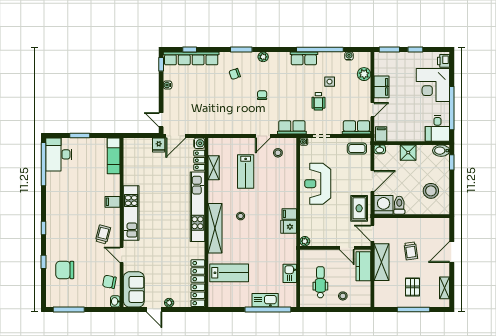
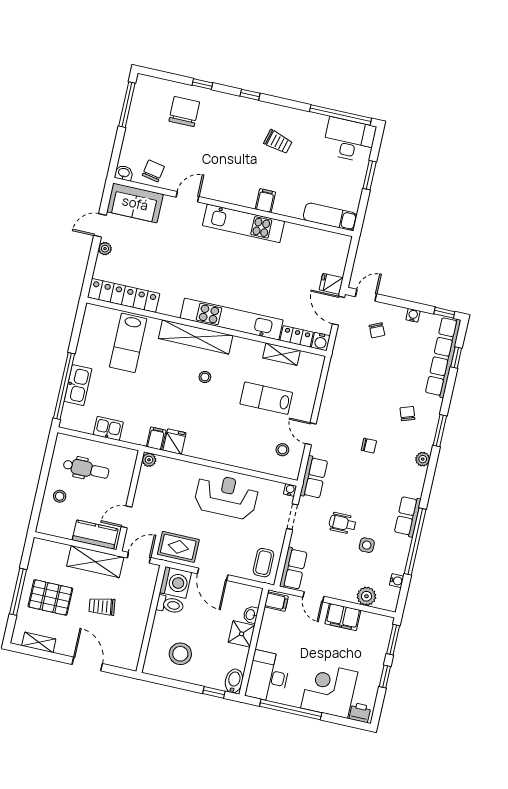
chair: (183, 107) -> (377, 330), added
desk: (437, 128) -> (268, 677), width x1.37
washbasin: (380, 149) -> (251, 615), moved
filing cabinet: (289, 214) -> (156, 438), moved
trolley: (103, 234) -> (278, 142), moved
pallet: (412, 287) -> (50, 597), width x1.50, depth x1.42

